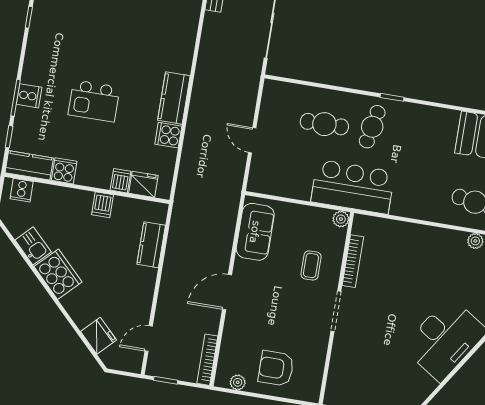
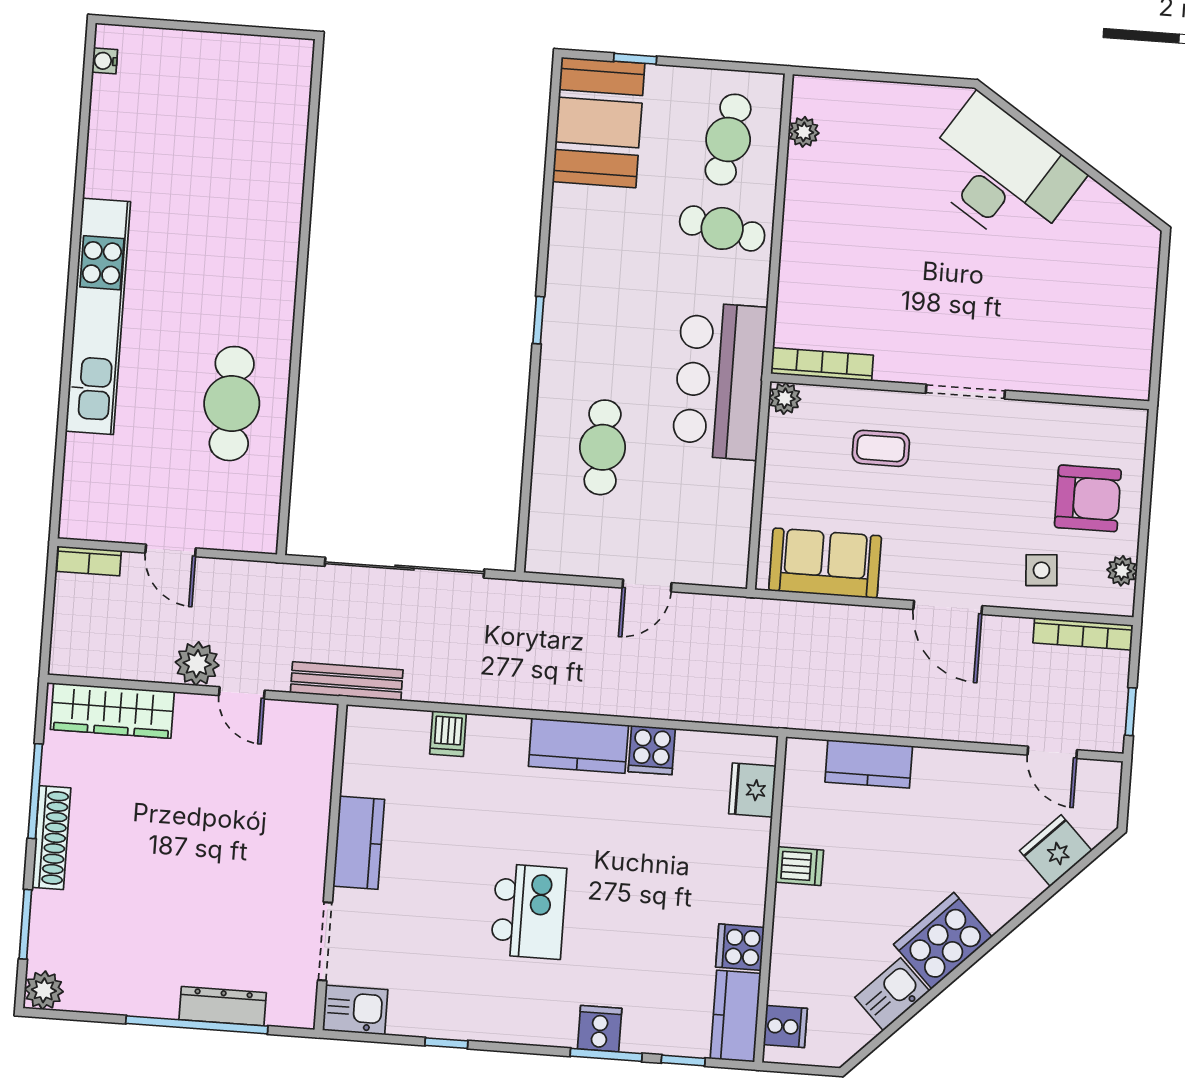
kitchen island: (94, 101) -> (529, 911), moved
cafe table: (372, 127) -> (722, 228), moved
dishwasher: (120, 181) -> (448, 734), moved, turned -90
bookcase: (353, 261) -> (822, 364), moved
side table: (242, 341) -> (1041, 570), added
armchair: (276, 368) -> (1088, 498), turned -90

